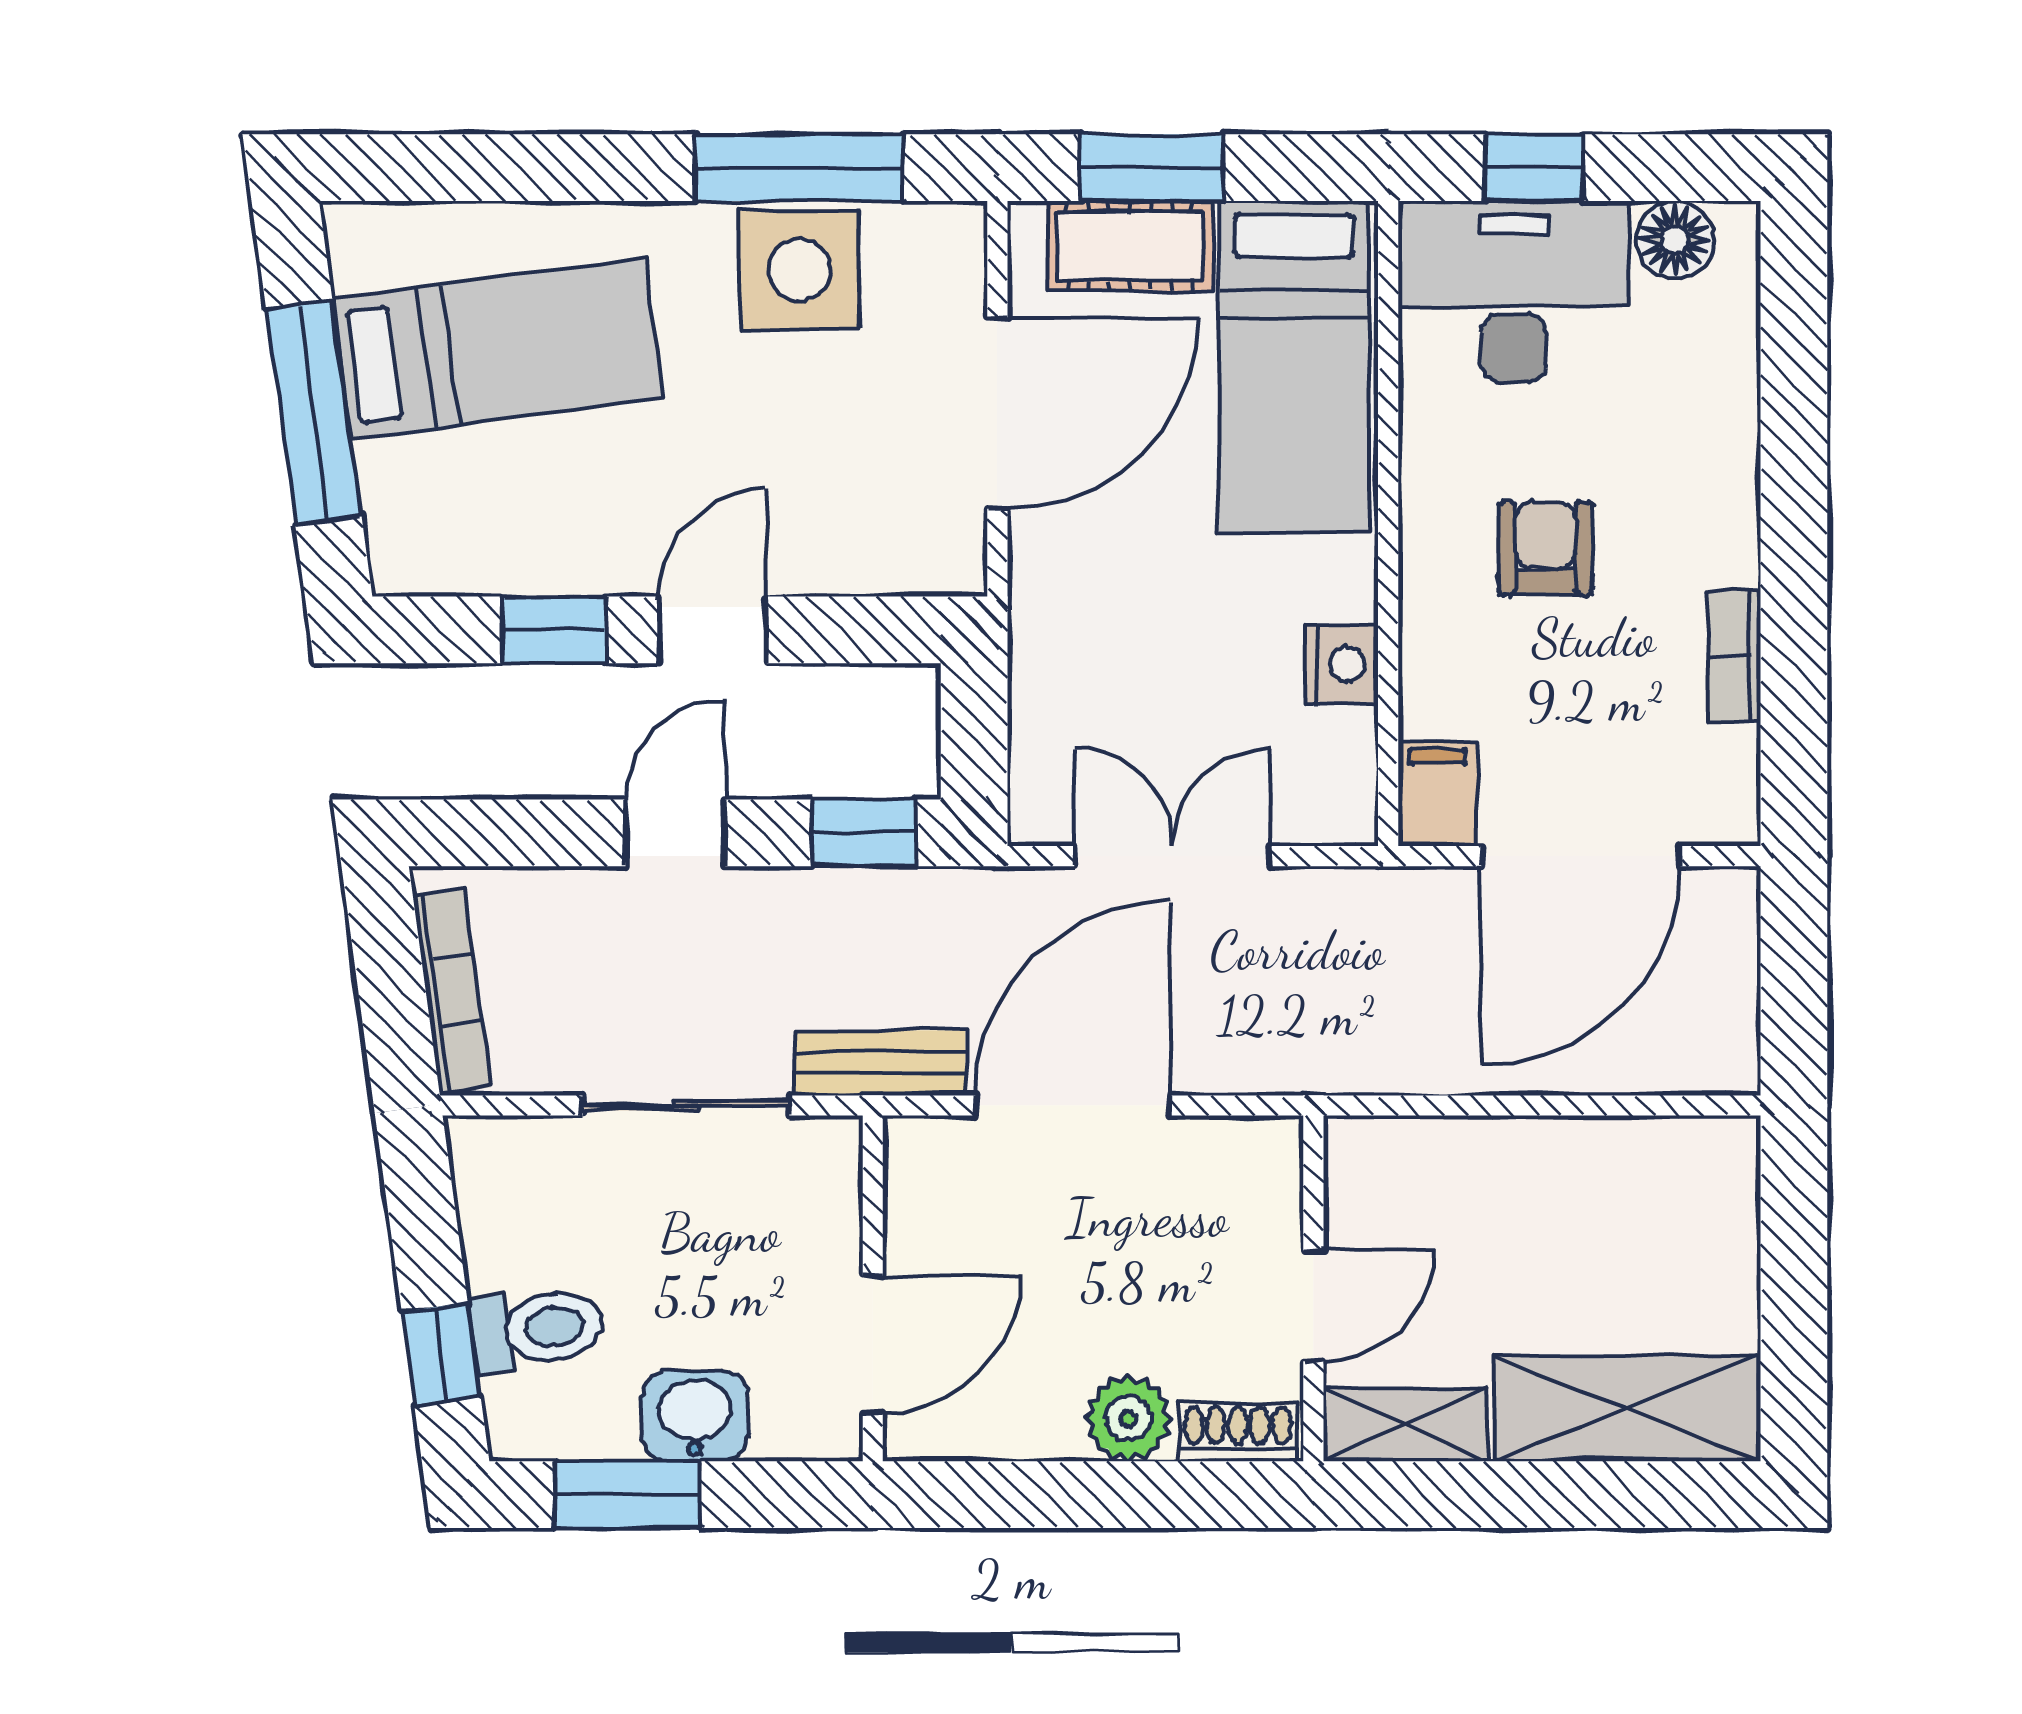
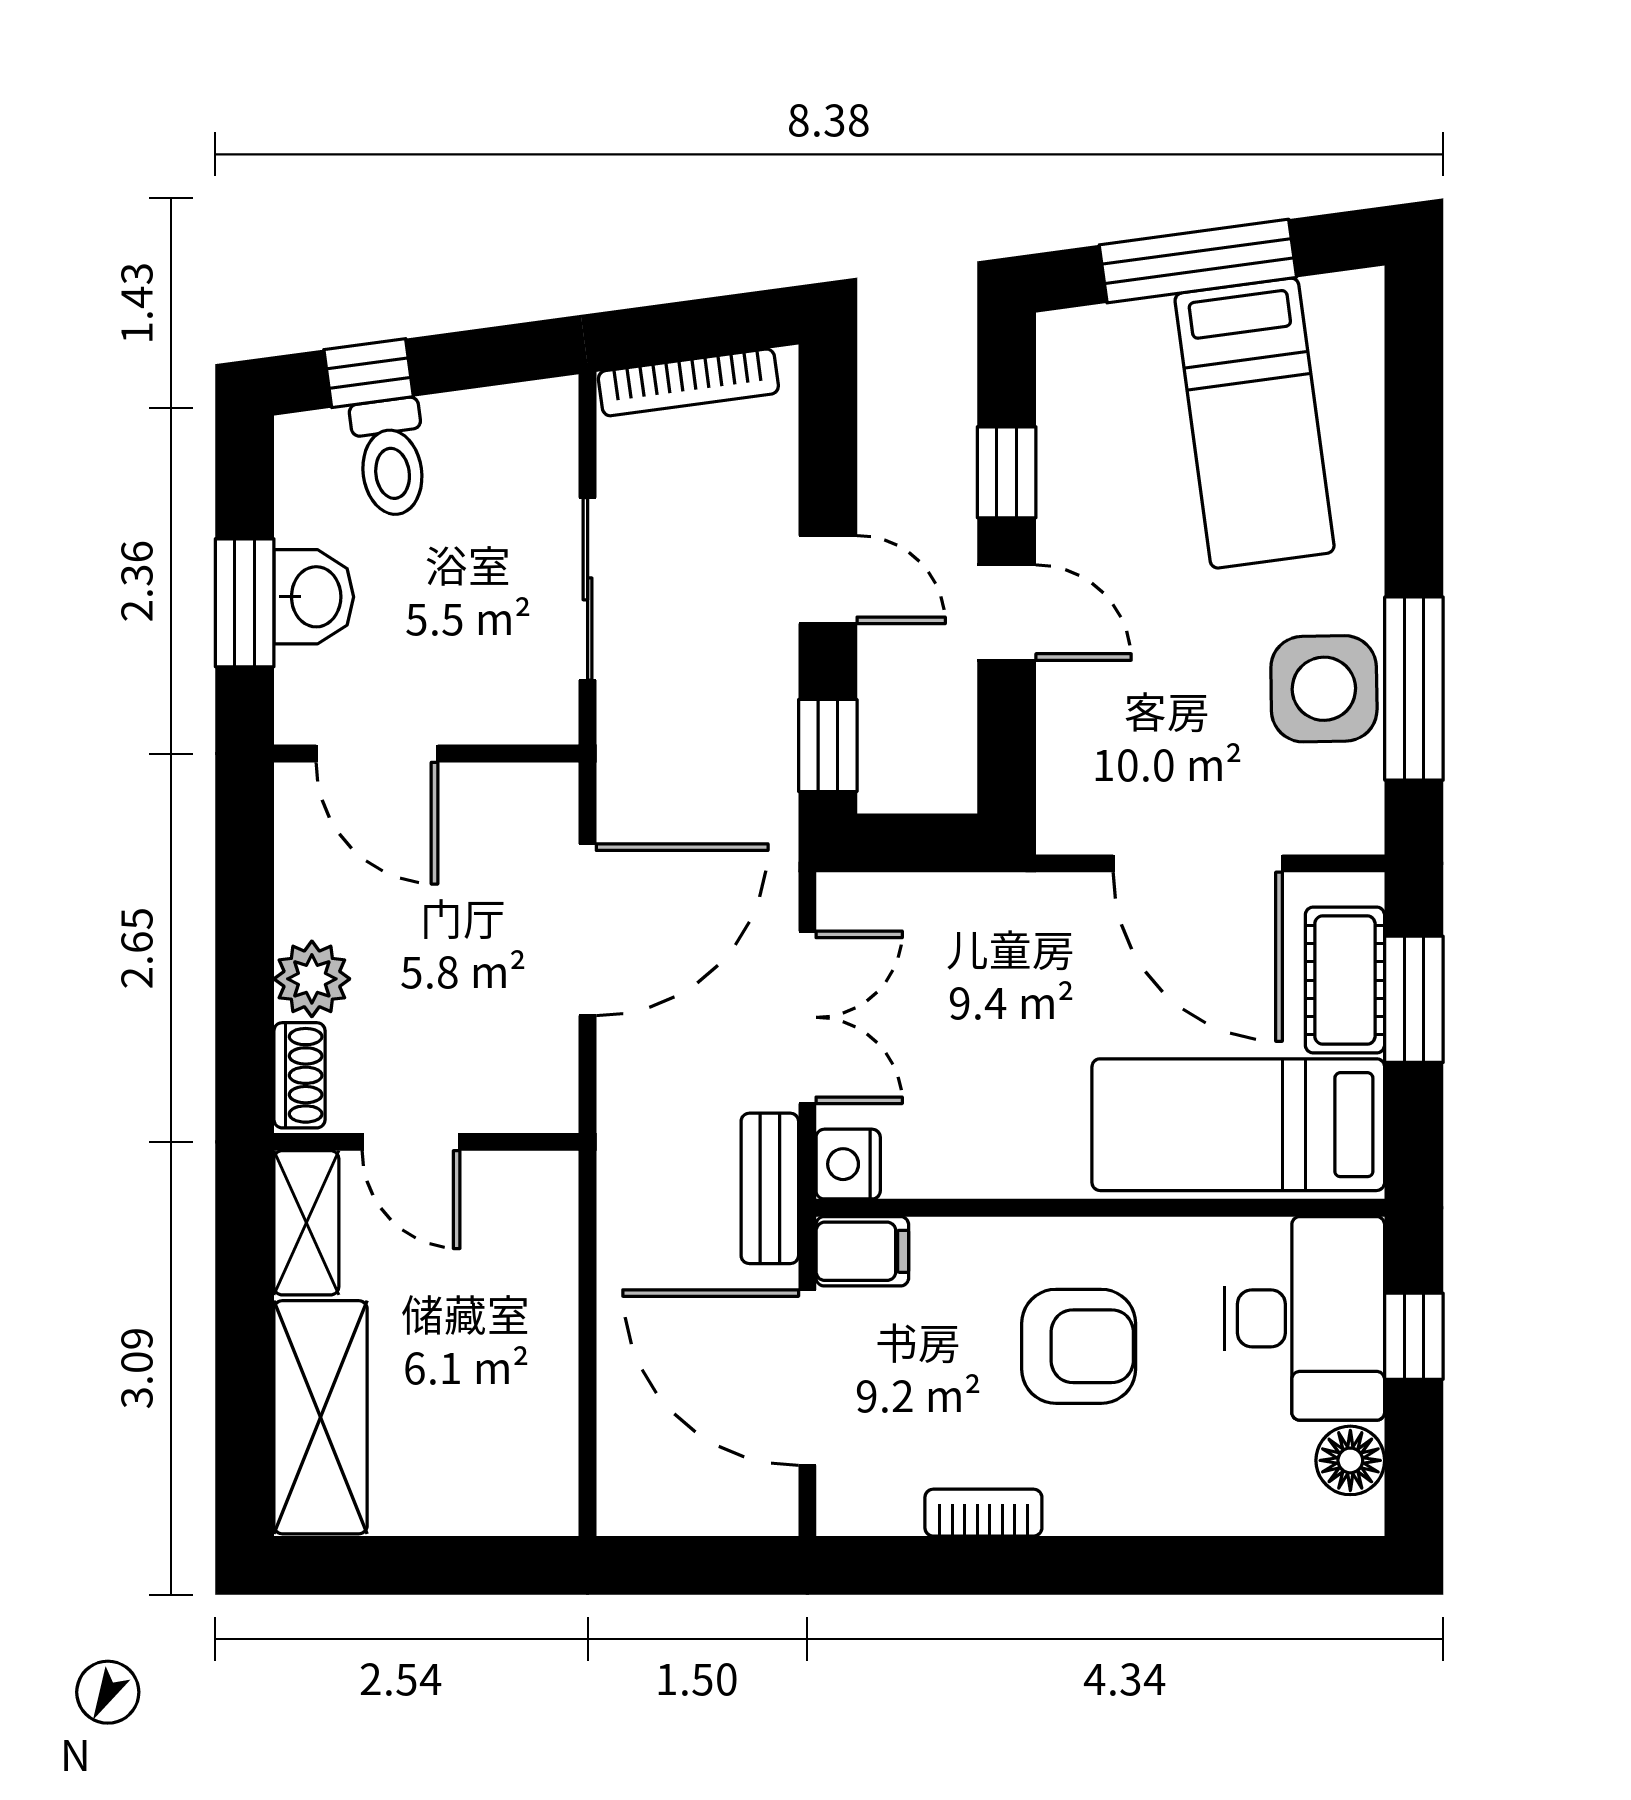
armchair: (1545, 548) -> (1079, 1346), width x1.38, depth x1.38
nightstand: (1342, 664) -> (848, 1164), moved, turned 90
bench: (880, 1063) -> (770, 1188), moved
door: (1073, 1105) -> (588, 930), hinge flipped
window: (627, 1495) -> (245, 603), moved

